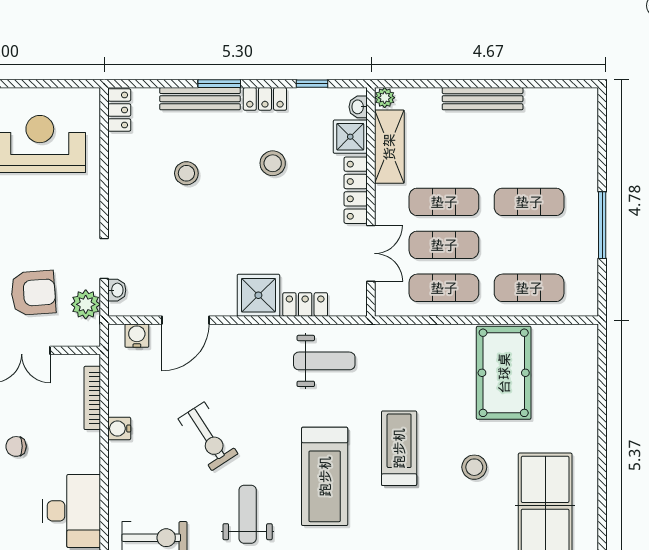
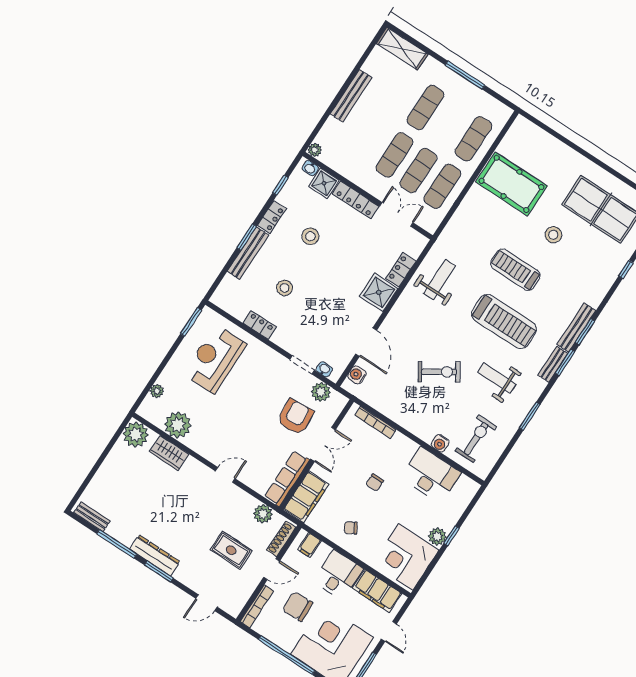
window: (67, 84) -> (191, 322), added
locker: (119, 110) -> (260, 325), moved
shelving: (389, 147) -> (402, 49), moved
water cooler: (119, 428) -> (440, 443), moved

